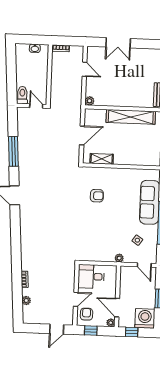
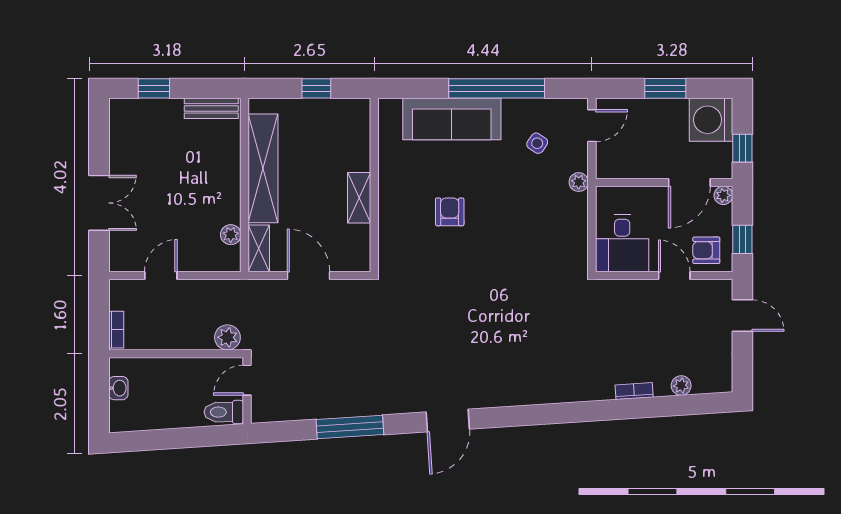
plant: (56, 98) -> (227, 337), added
plant: (90, 101) -> (231, 235), moved
shelving: (95, 114) -> (259, 248), added
shelving: (102, 159) -> (359, 198), moved
armchair: (97, 196) -> (450, 212), moved

